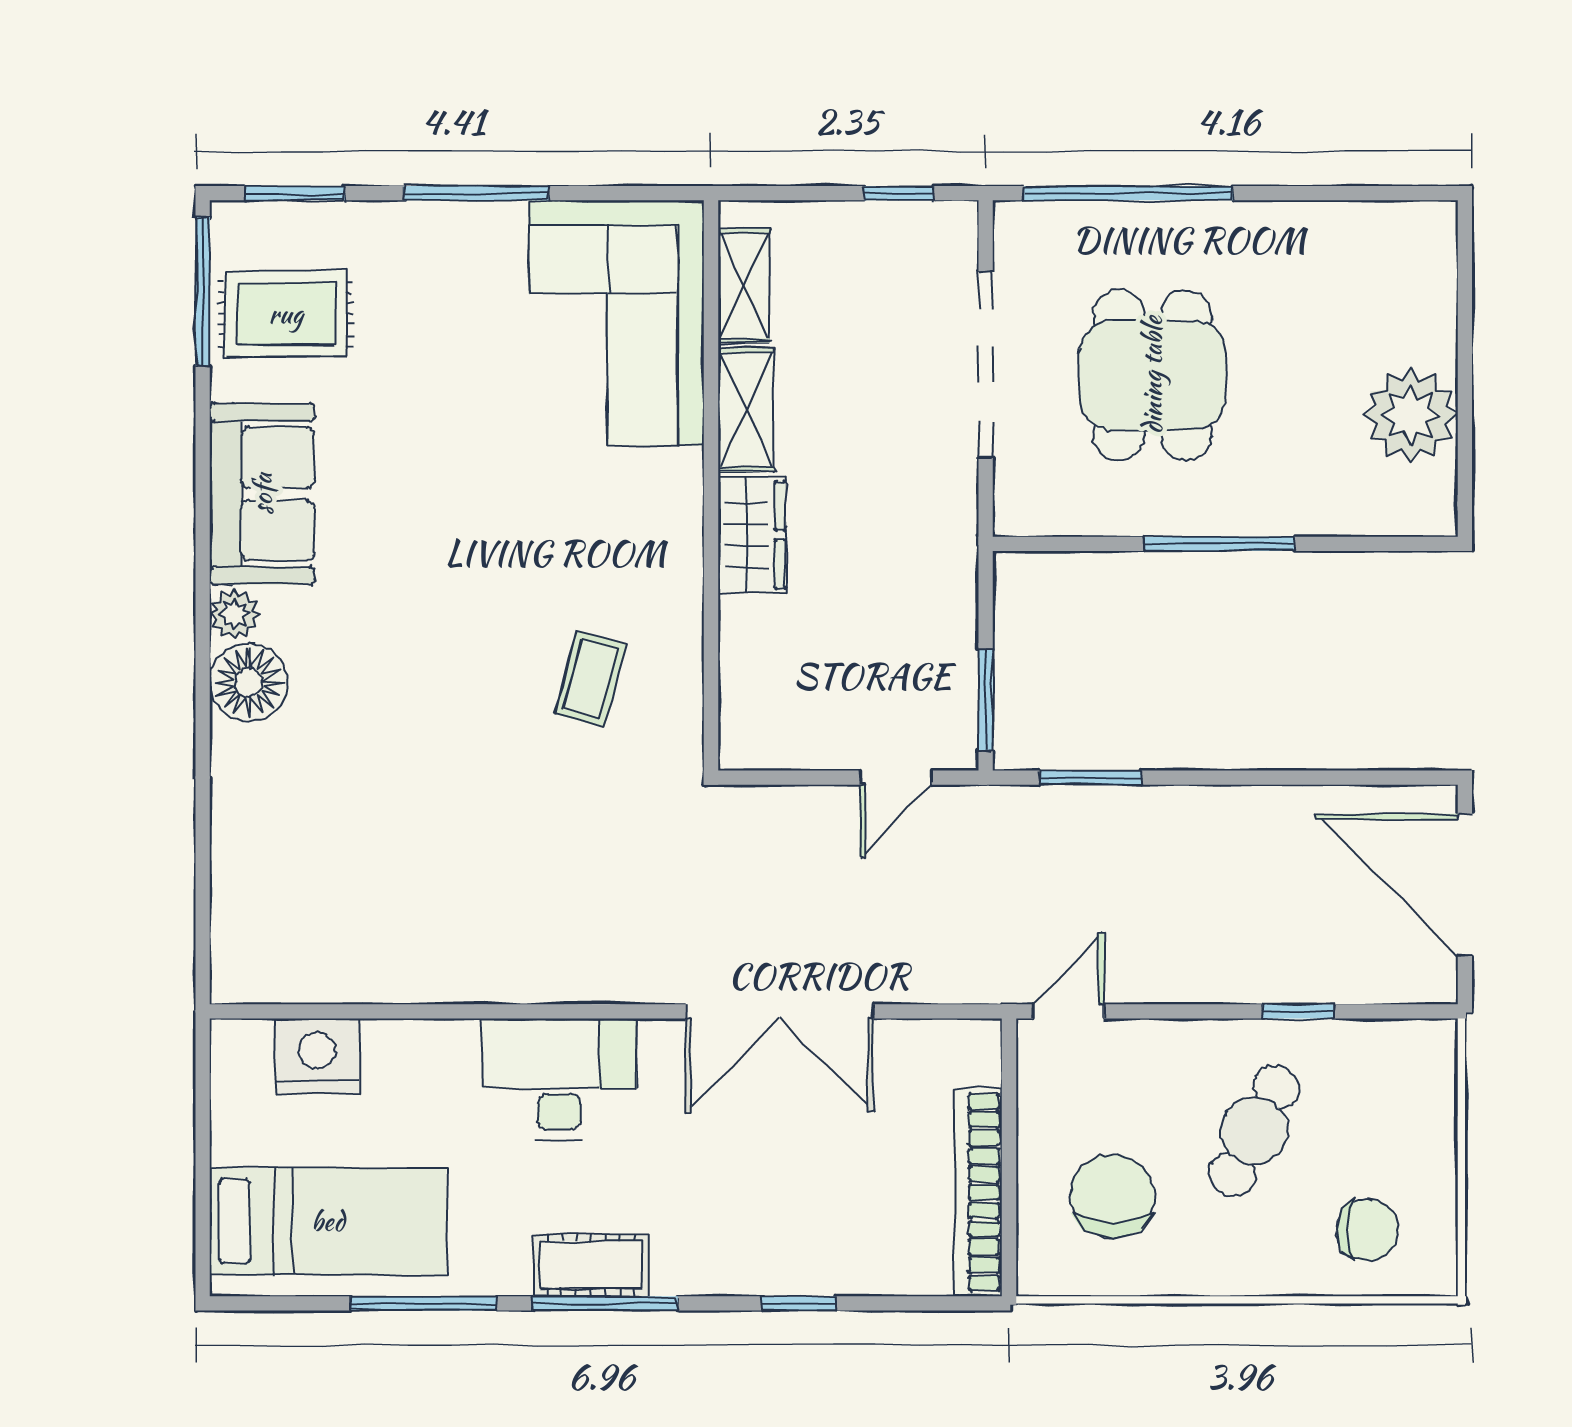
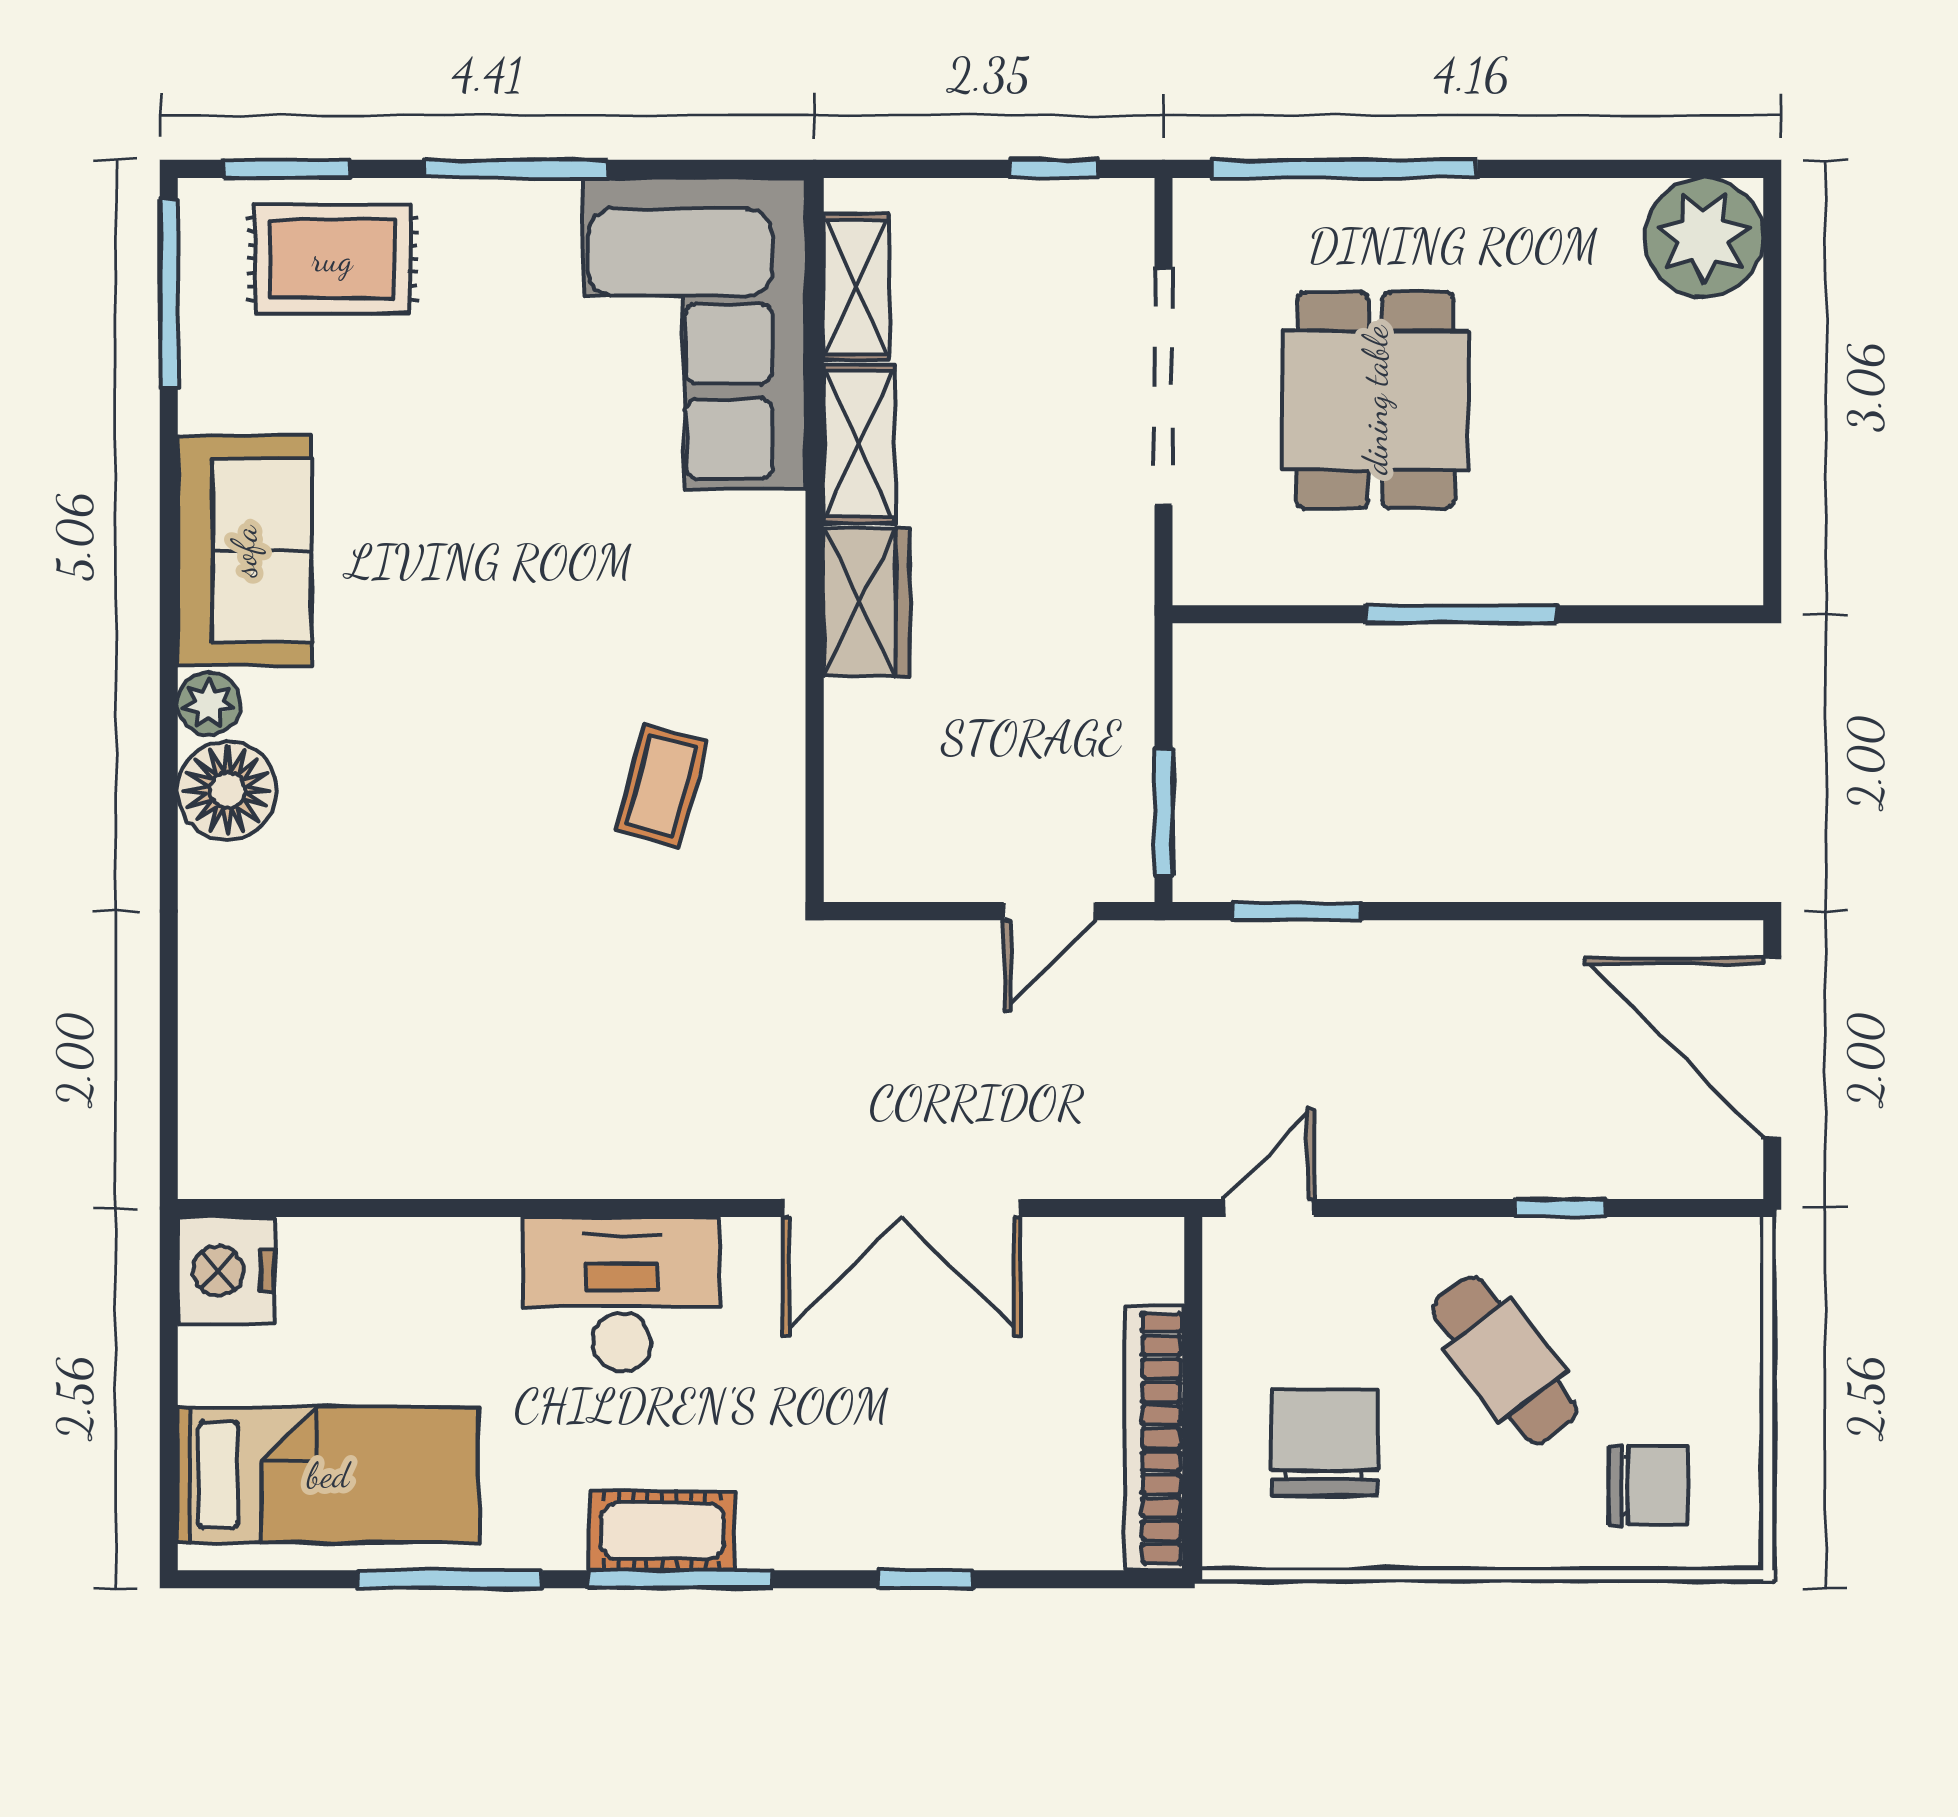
rug: (286, 314) -> (332, 259), moved
plant: (1411, 415) -> (1704, 237), moved
nightstand: (317, 1056) -> (226, 1271), moved, turned -90
cafe table: (1254, 1131) -> (1505, 1360), turned -64

